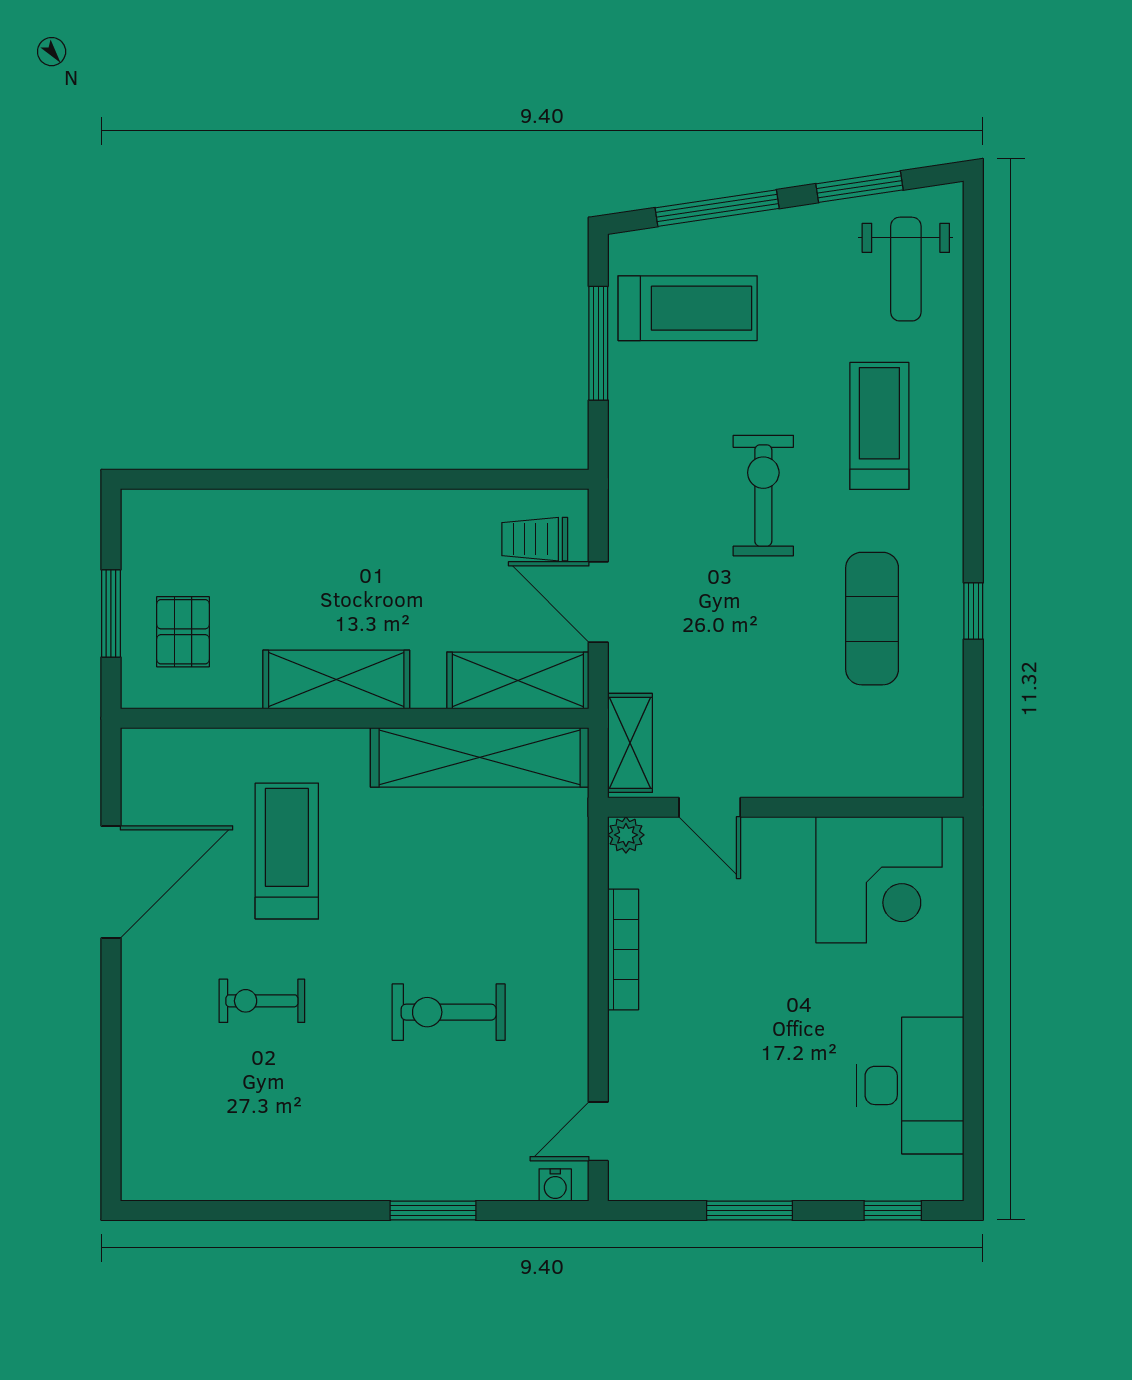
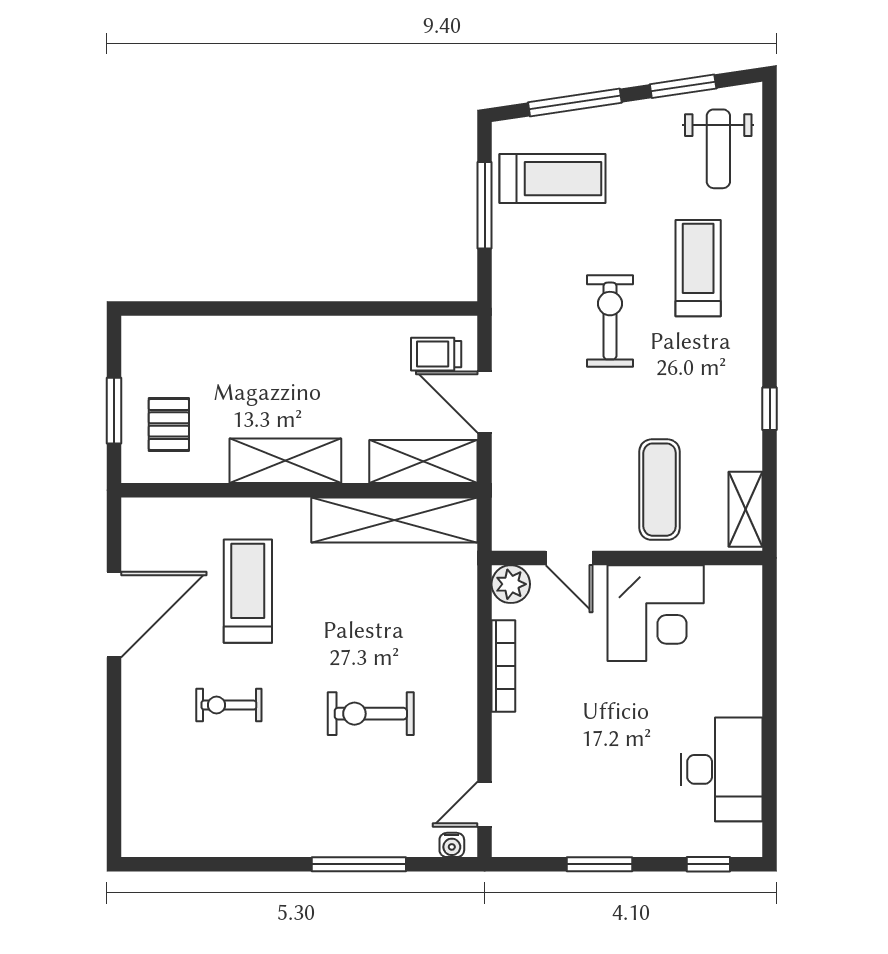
exercise mat: (872, 619) -> (660, 490), moved
shelving: (630, 743) -> (746, 509), moved
plant: (626, 835) -> (511, 584), width x1.38, depth x1.38
corner desk: (879, 880) -> (656, 613), moved
window: (433, 1210) -> (359, 864), width x1.44

